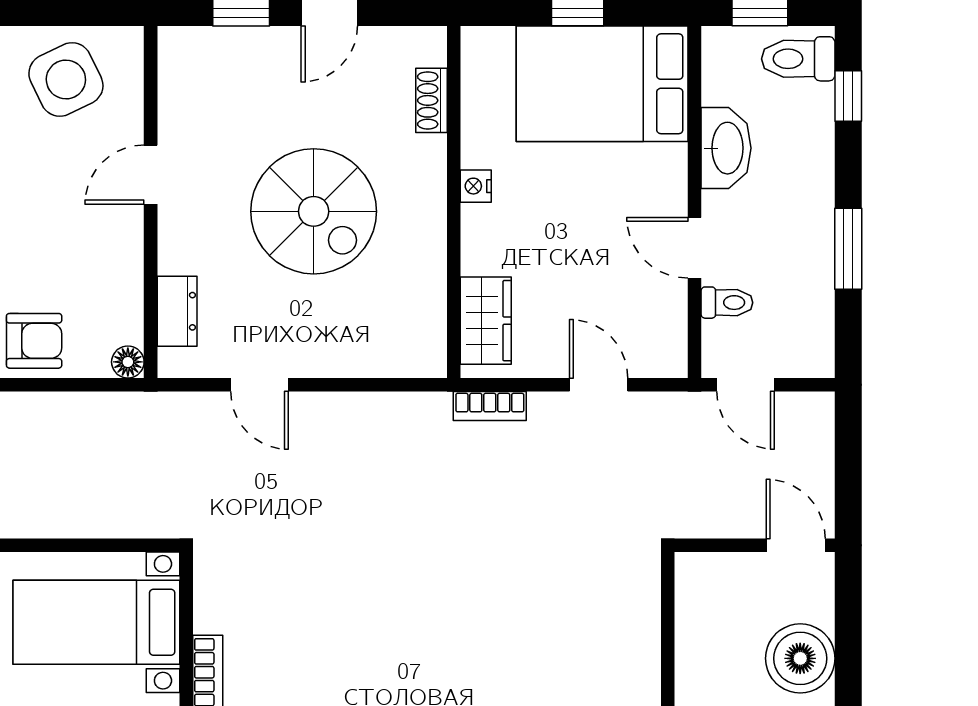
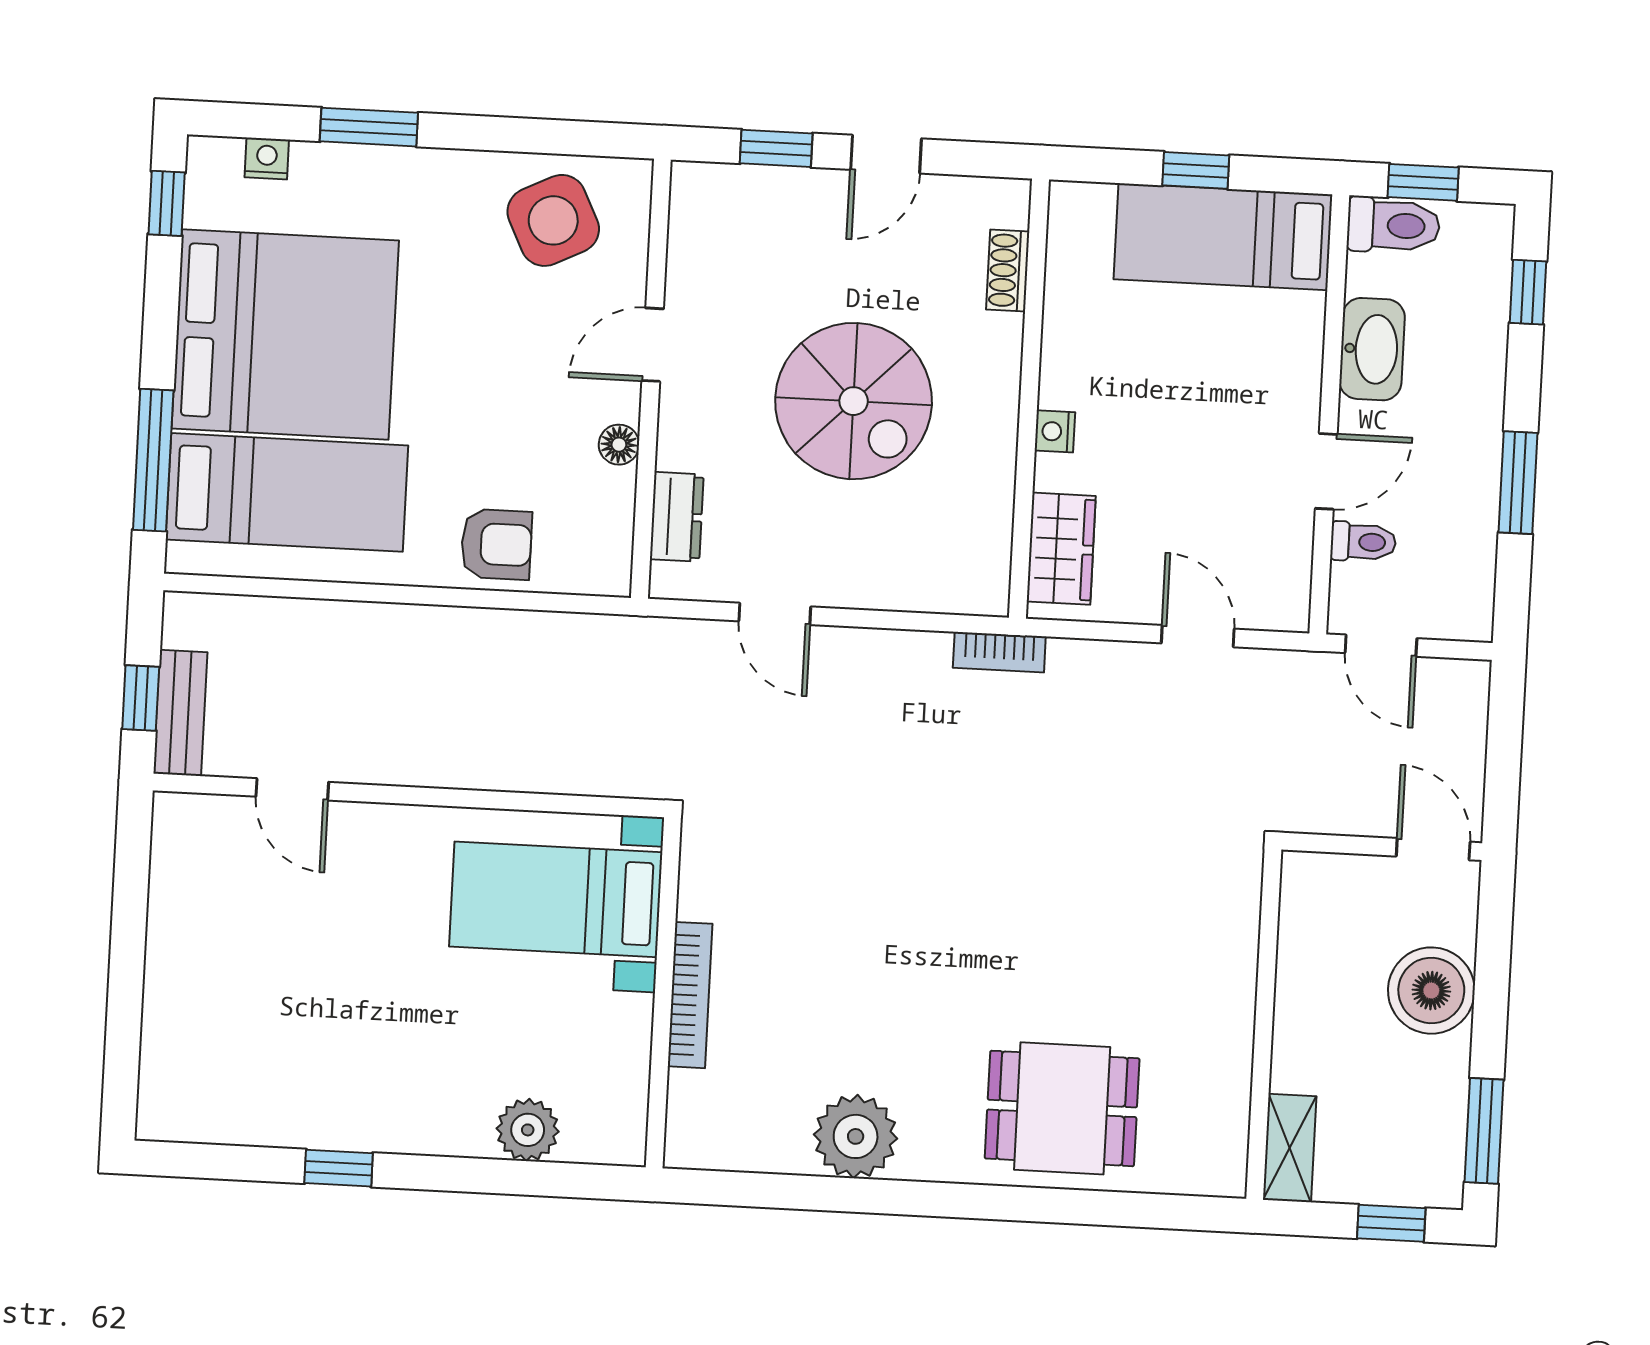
toilet: (798, 59) -> (1393, 225), moved, turned 180
bed: (602, 84) -> (1223, 237), width x0.67
nightstand: (476, 186) -> (1055, 431), moved
door: (694, 248) -> (1326, 471), swing flipped
floor lamp: (128, 362) -> (619, 445), moved
bookcase: (490, 406) -> (999, 652), moved

